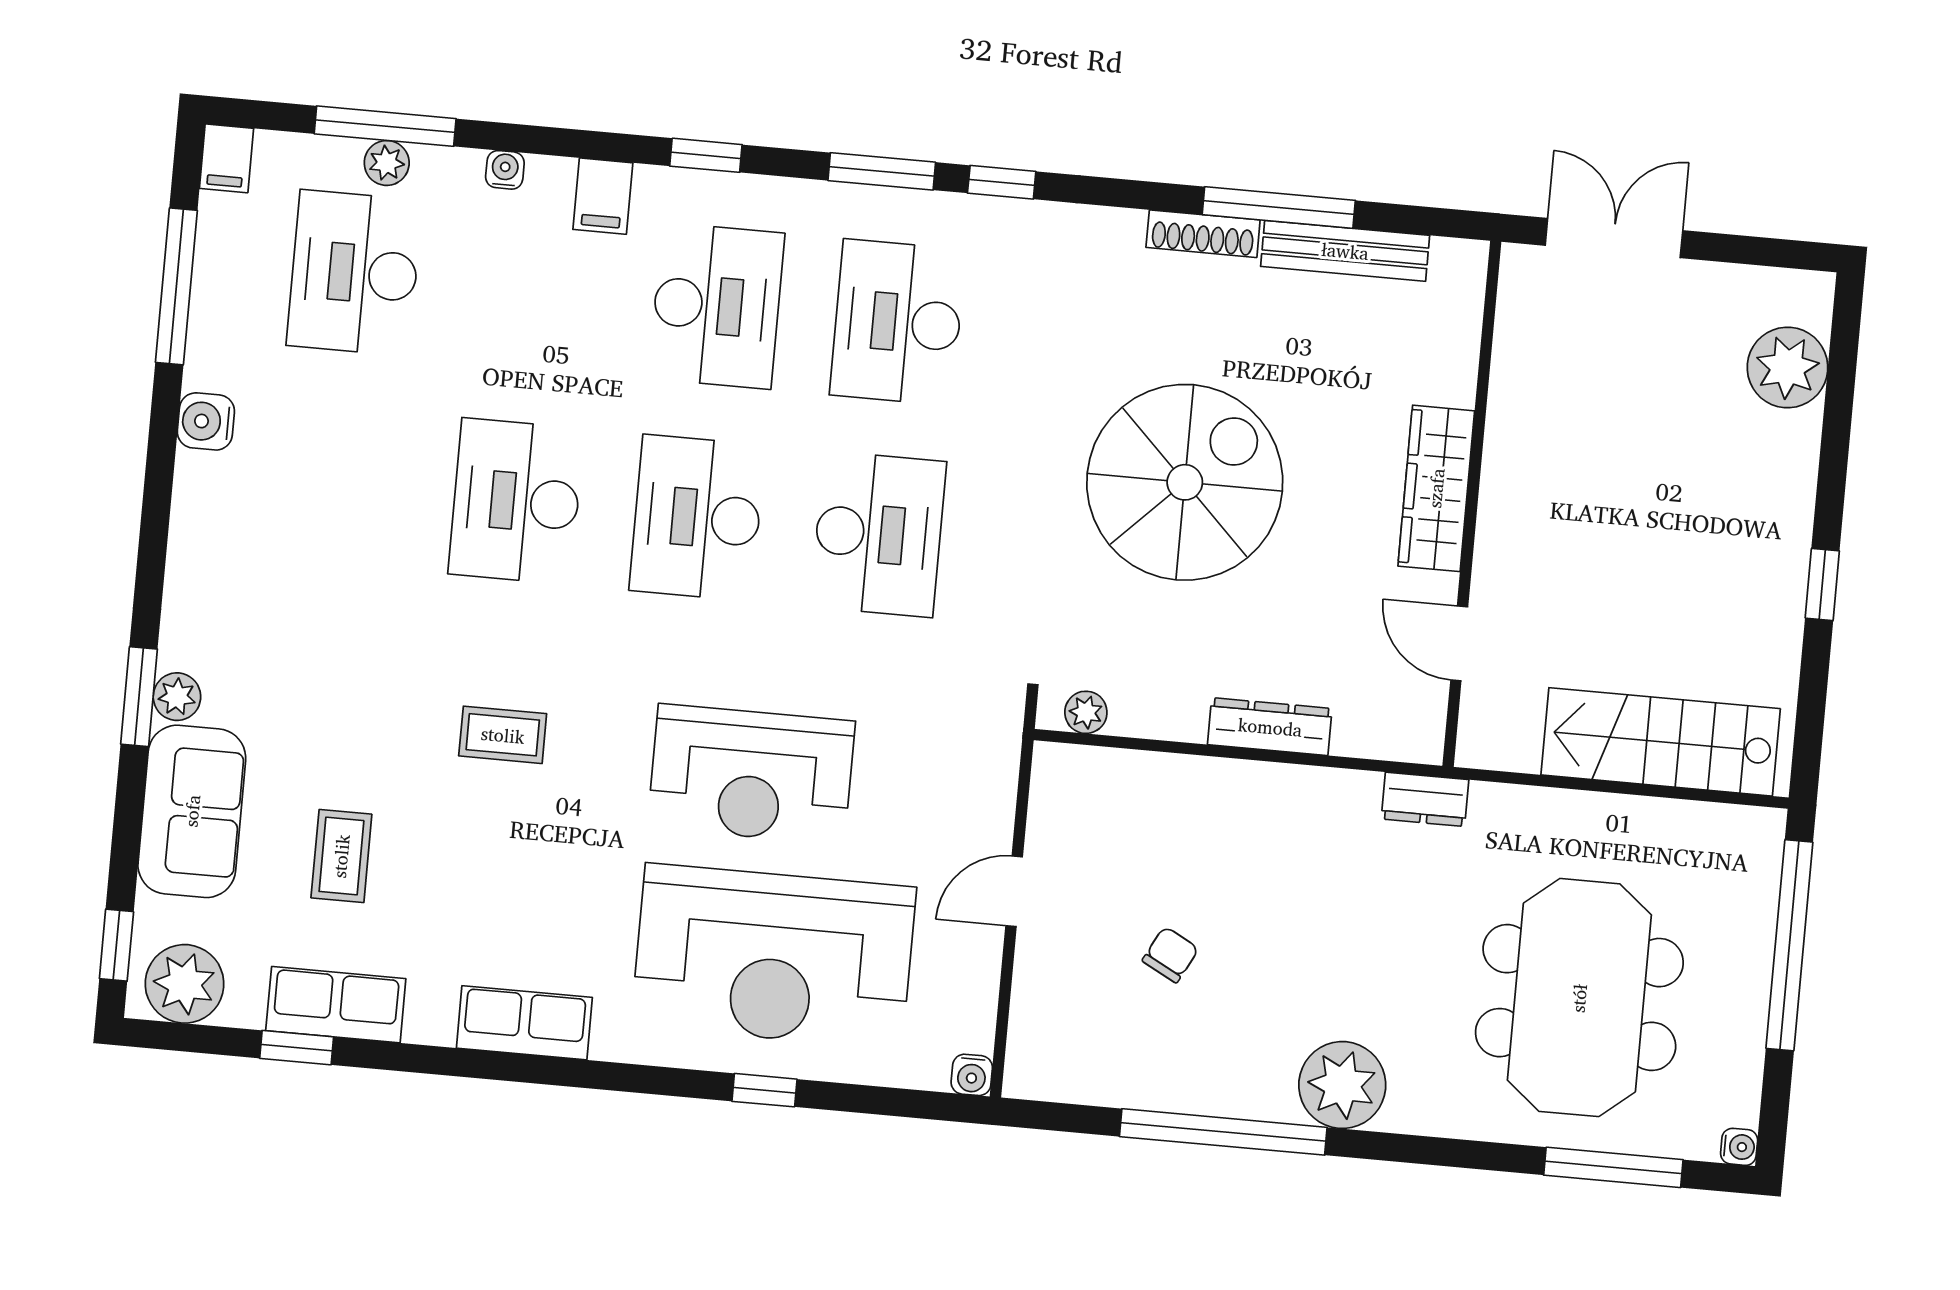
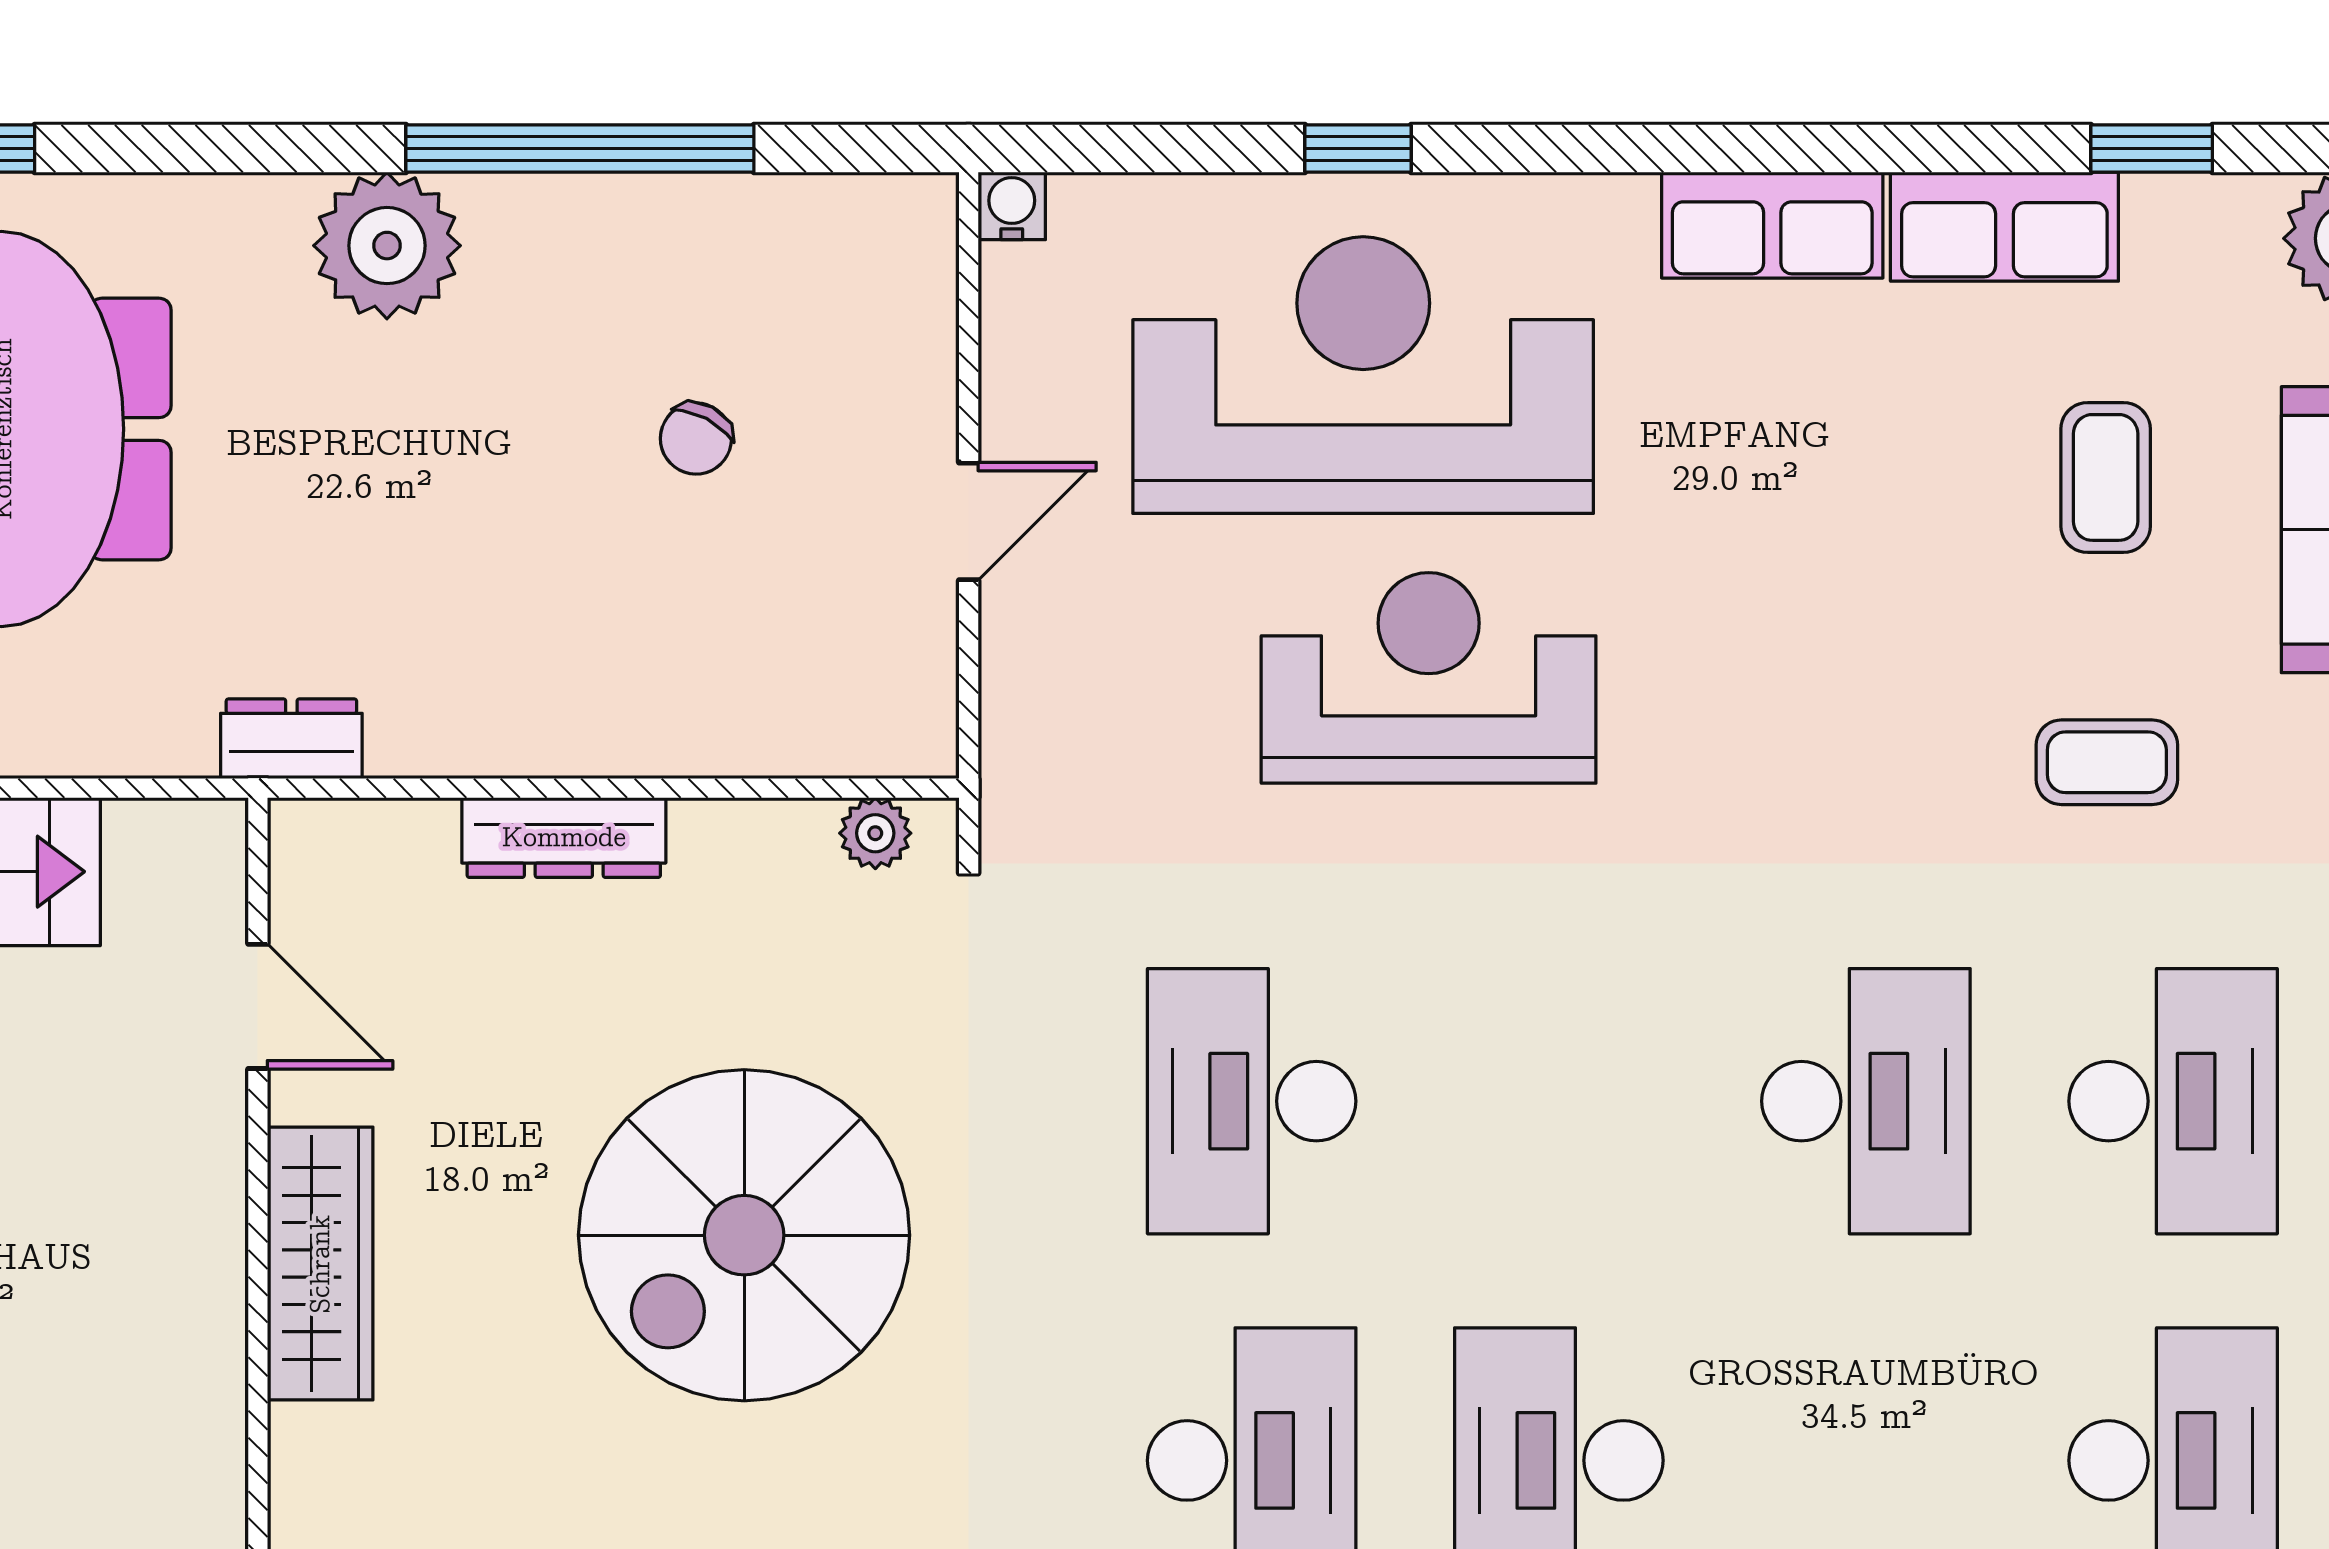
desk: (697, 518) -> (2173, 1101), moved
coffee table: (503, 735) -> (2107, 762), moved
row of seats: (336, 1005) -> (2004, 227), moved

